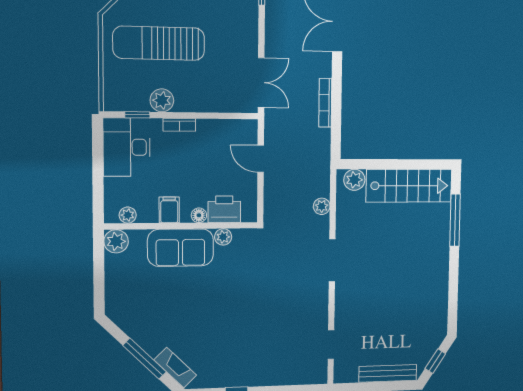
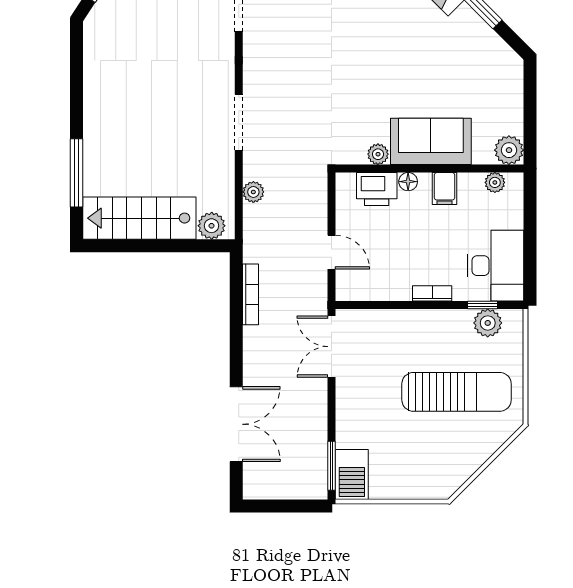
plant: (162, 100) -> (488, 323), moved
bookcase: (325, 103) -> (250, 294), moved

